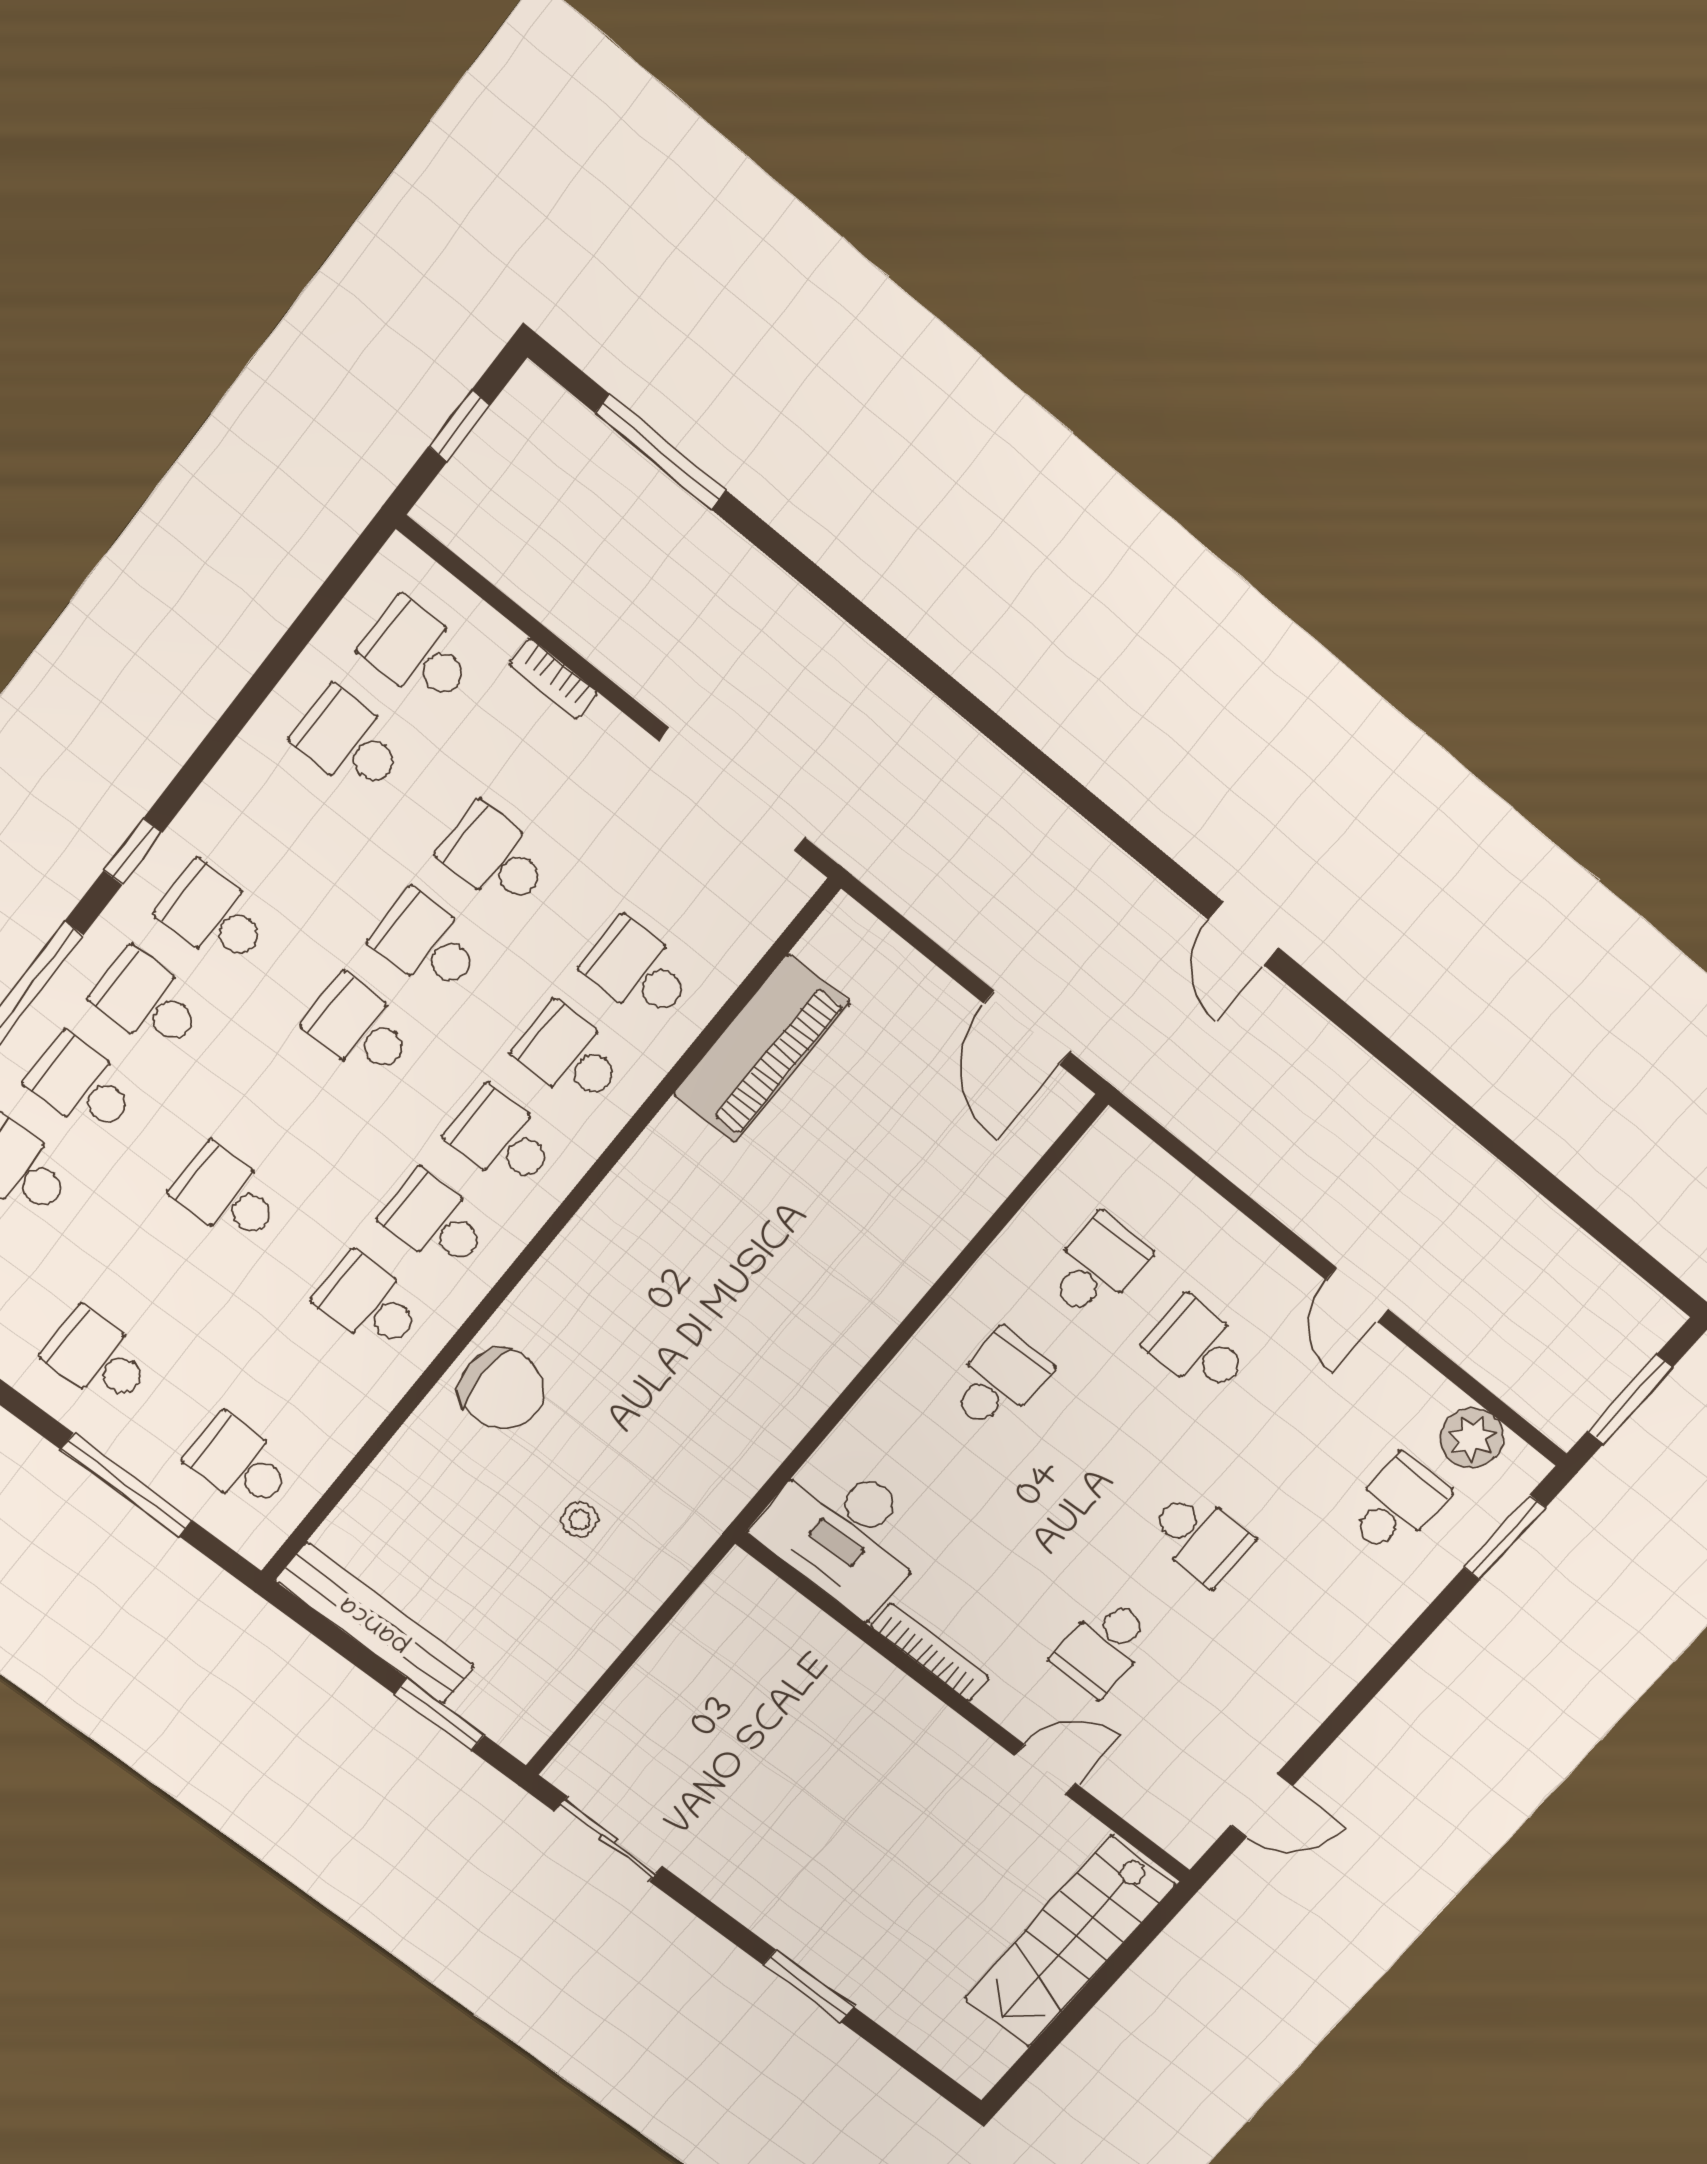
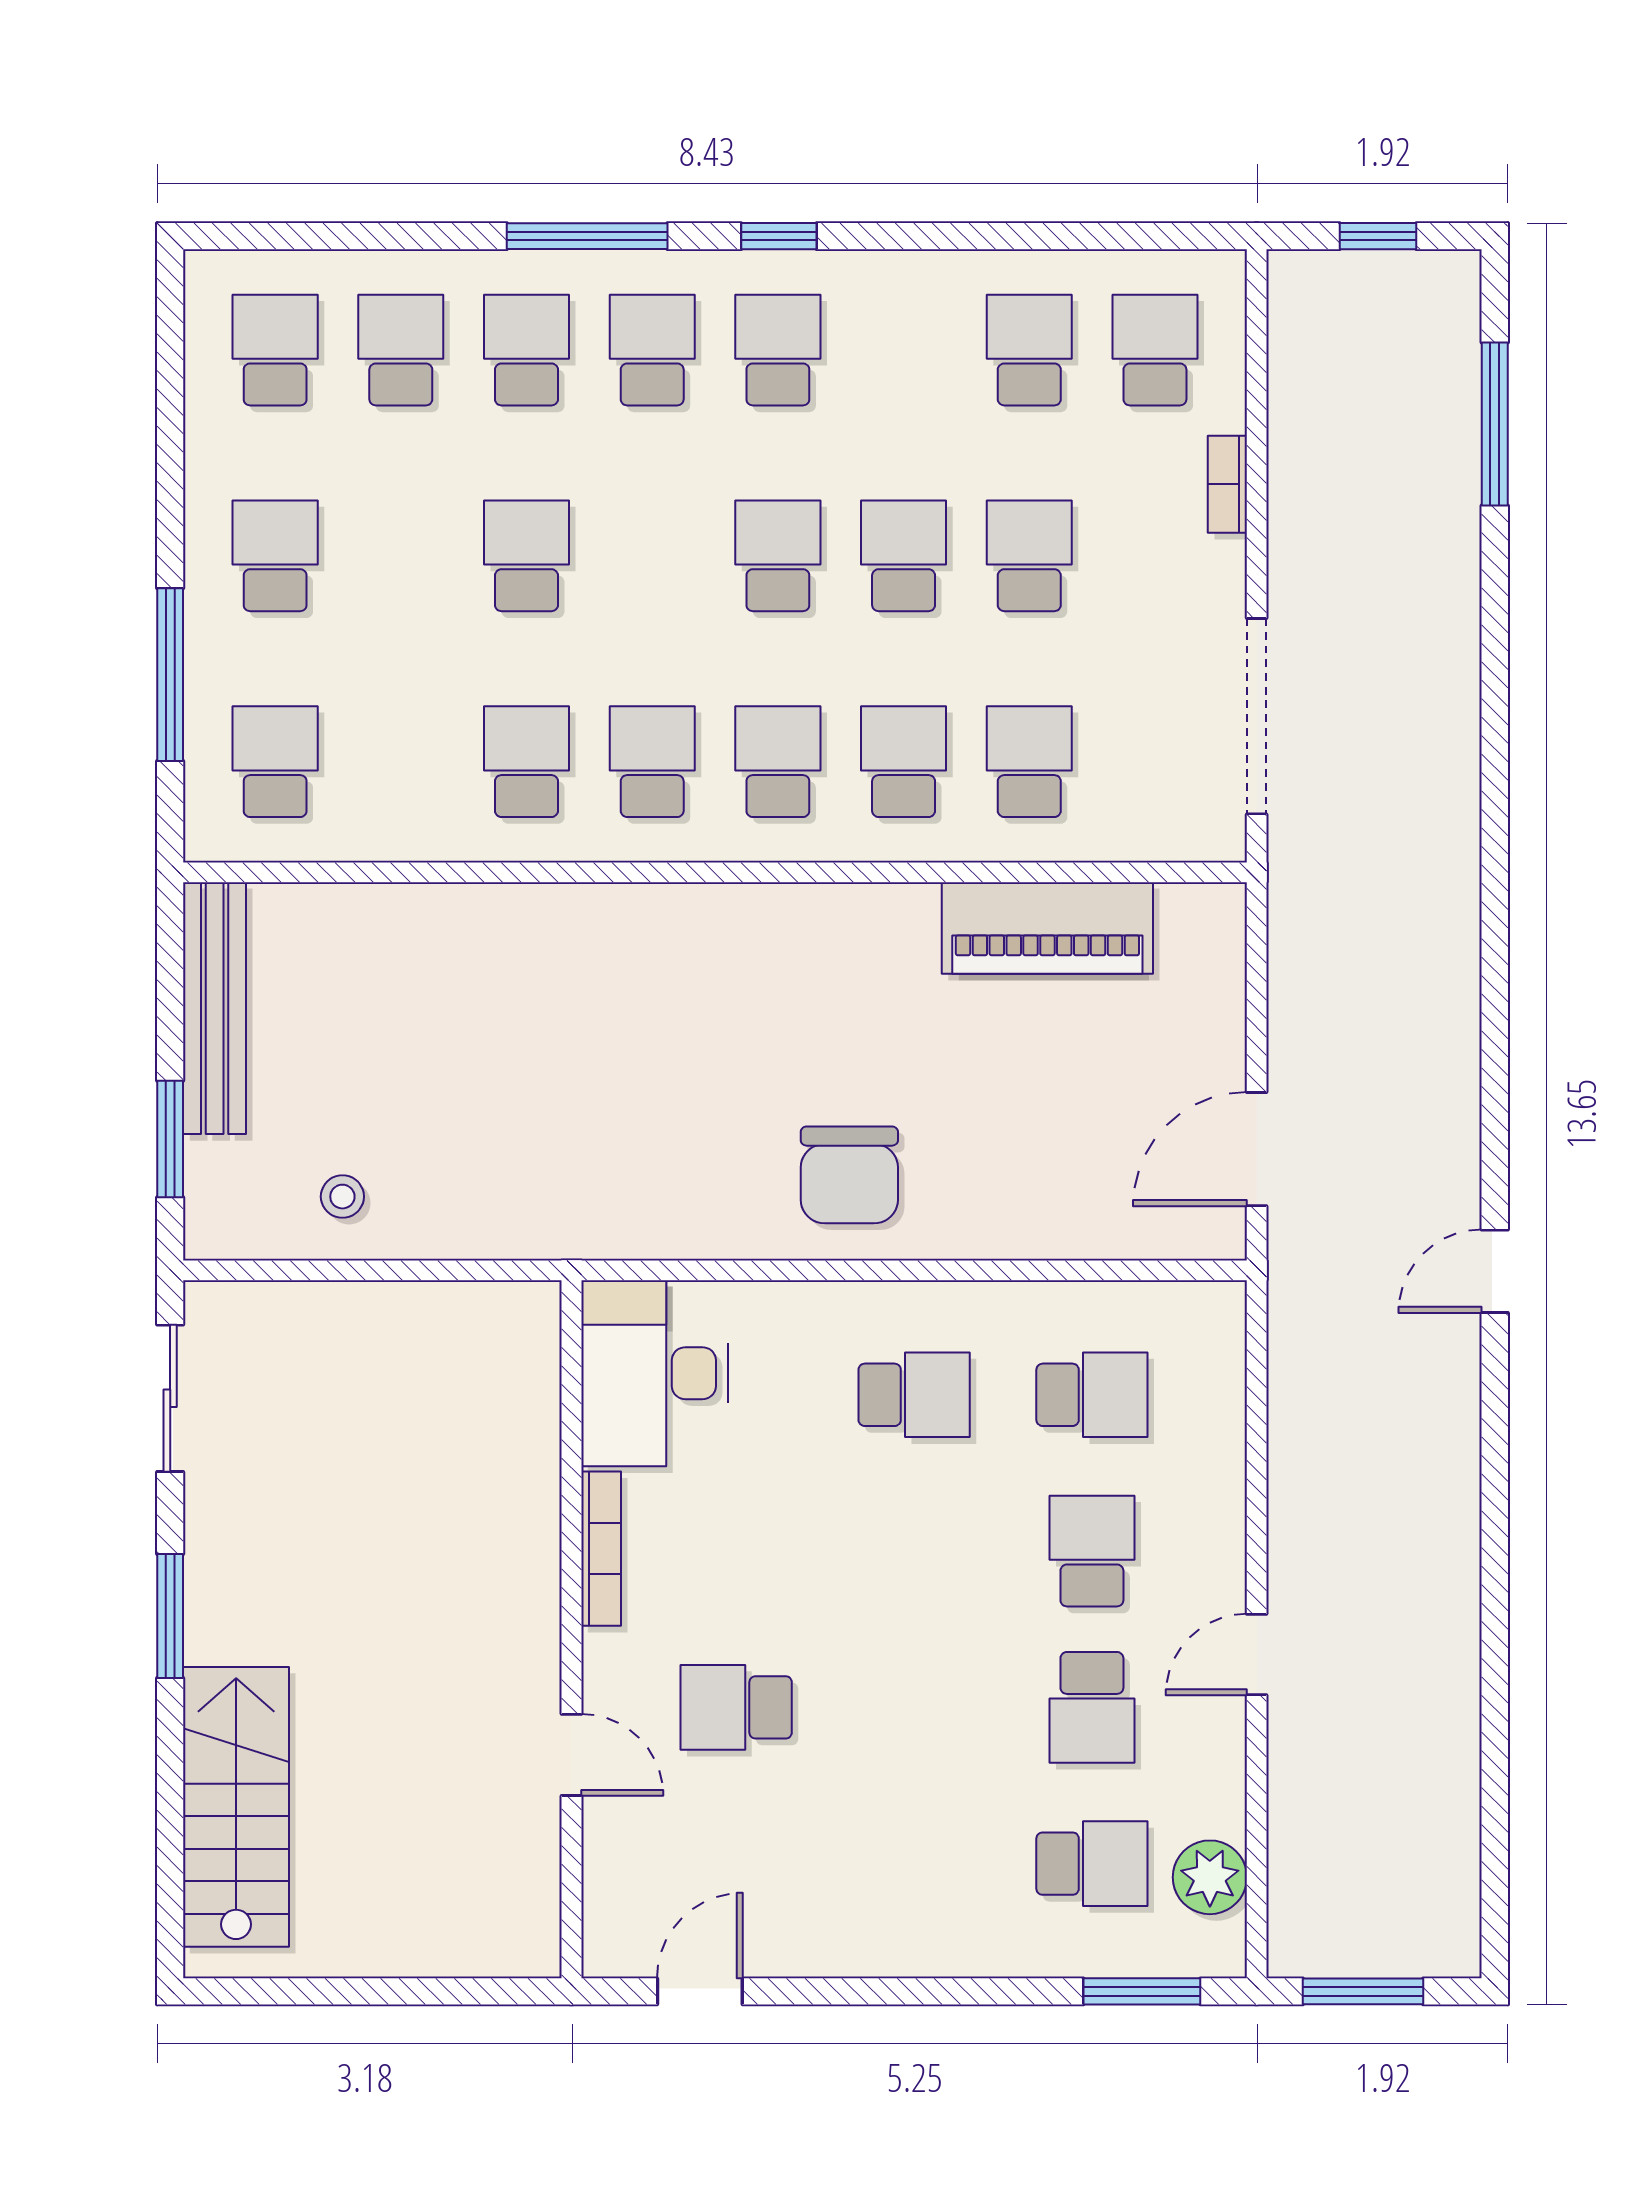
chair: (502, 1389) -> (849, 1175), moved
stool: (580, 1519) -> (342, 1197), moved
school desk: (1200, 1538) -> (1092, 1707), moved
door: (1262, 1806) -> (700, 1991), swing flipped
stairs: (1070, 1942) -> (236, 1807), moved, turned 90
window: (809, 1986) -> (170, 1616), moved

